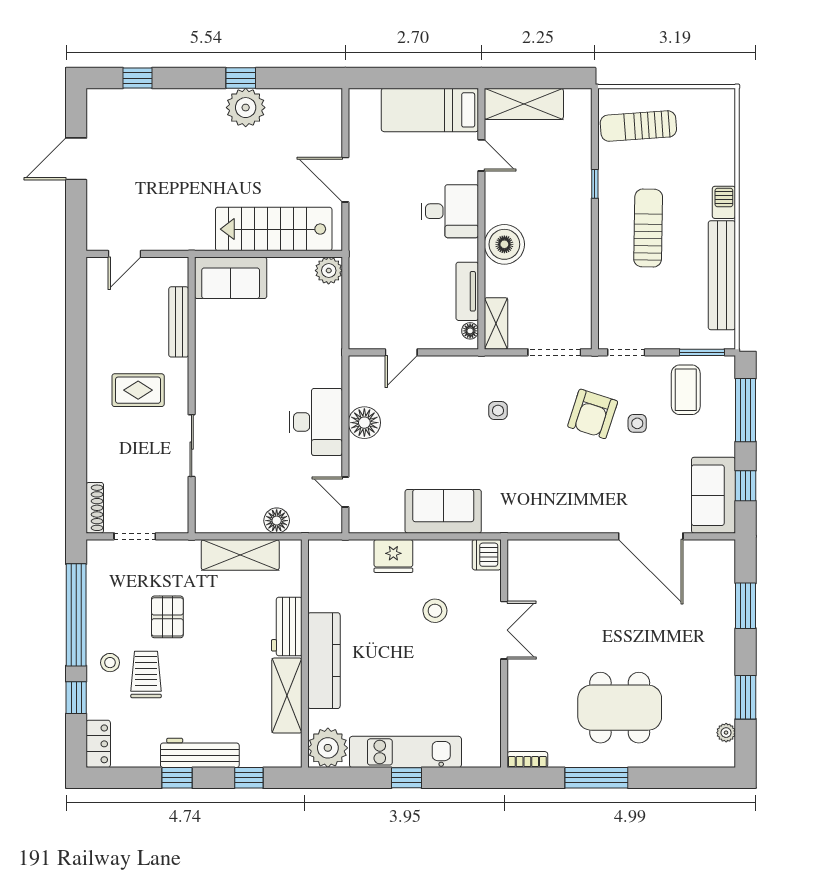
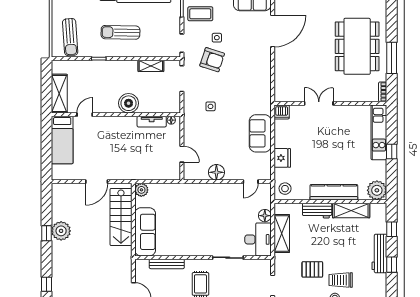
desk: (450, 211) -> (112, 130), removed
sofa: (231, 278) -> (145, 232), width x1.36
shelving: (496, 323) -> (151, 66), moved
desk: (316, 422) -> (258, 239), moved, turned 90
stool: (435, 611) -> (285, 189), moved
dining table: (620, 708) -> (357, 46), width x1.36, depth x1.24
kitchen unit: (405, 752) -> (379, 132), moved

